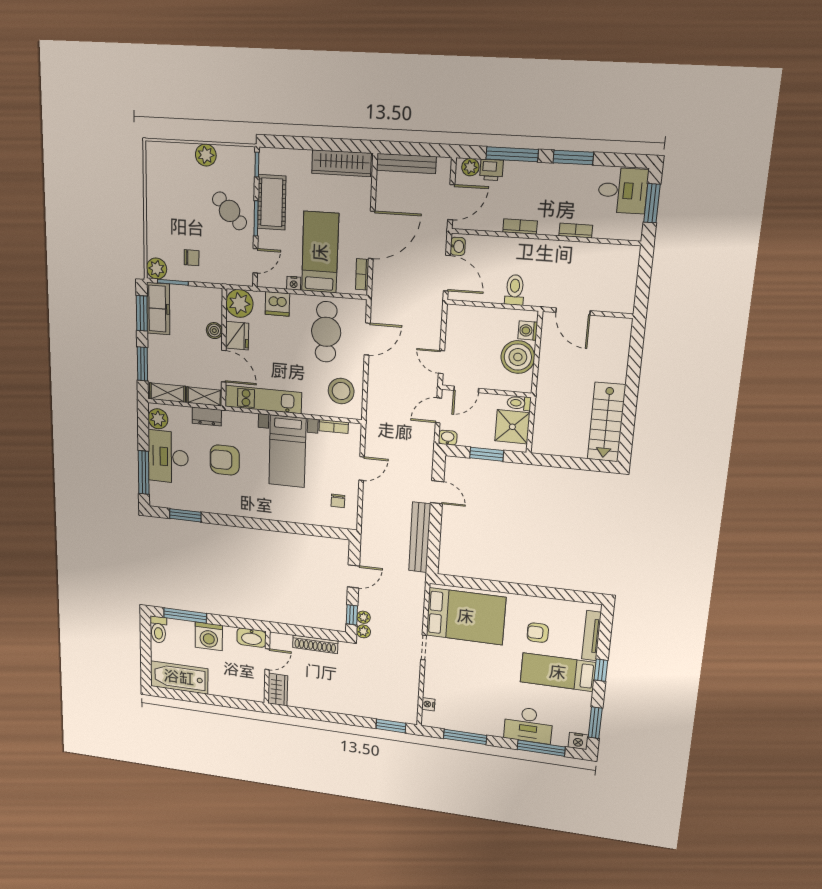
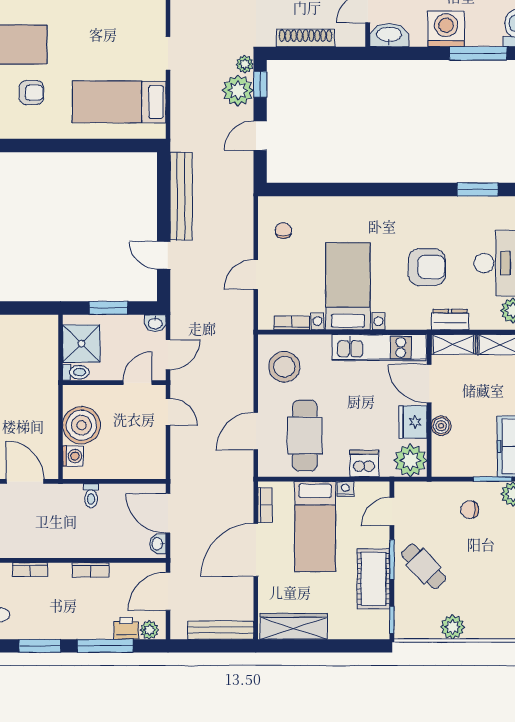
toilet: (515, 290) -> (91, 496), width x0.73, depth x0.72
bed: (466, 616) -> (119, 102), width x0.67
plant: (364, 617) -> (238, 90), width x1.87, depth x1.87

